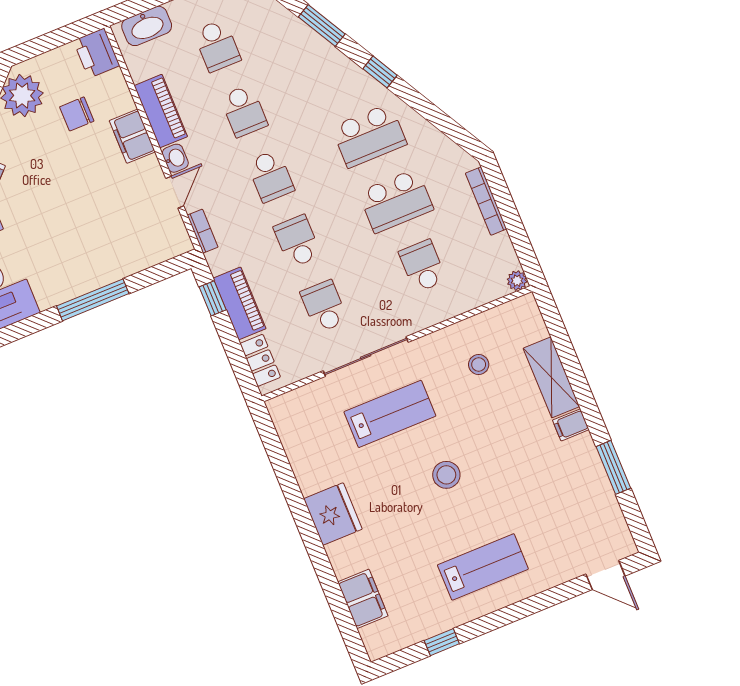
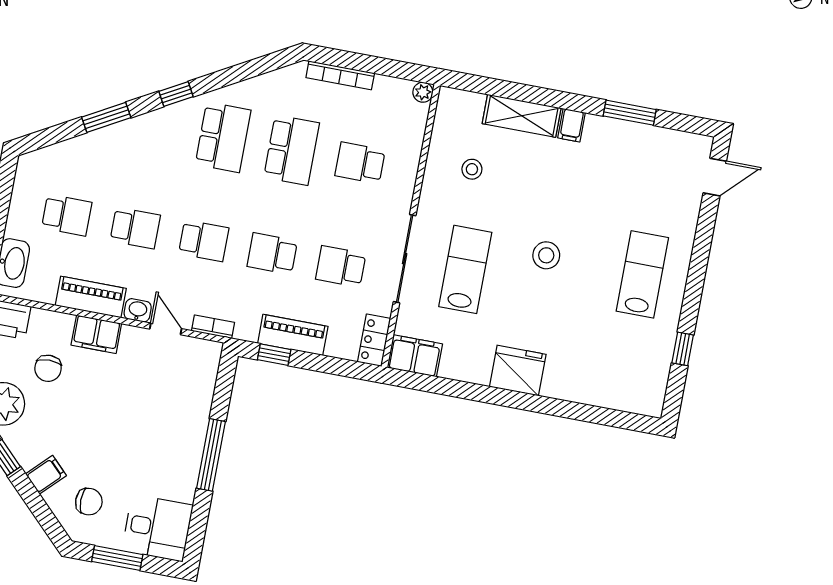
locker: (260, 360) -> (374, 340), moved, turned -90
filing cabinet: (363, 599) -> (415, 356), moved

